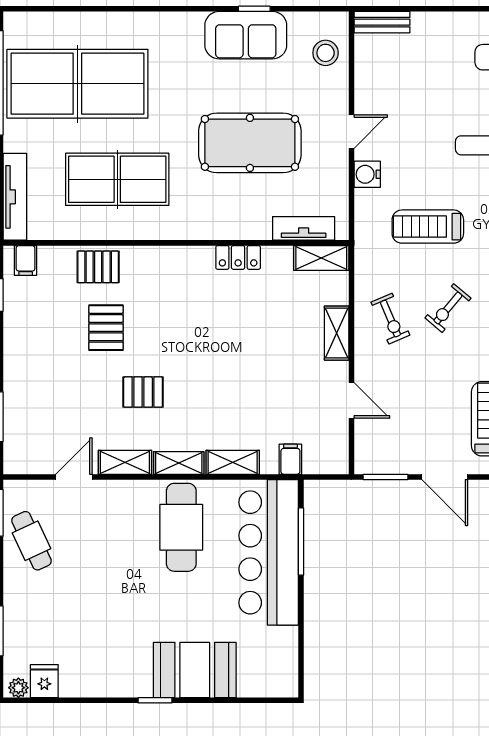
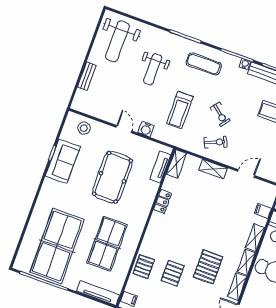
bench: (382, 22) -> (87, 76), moved
pallet: (106, 328) -> (173, 273), turned 90
pallet: (143, 392) -> (208, 267), width x1.50, depth x1.42

